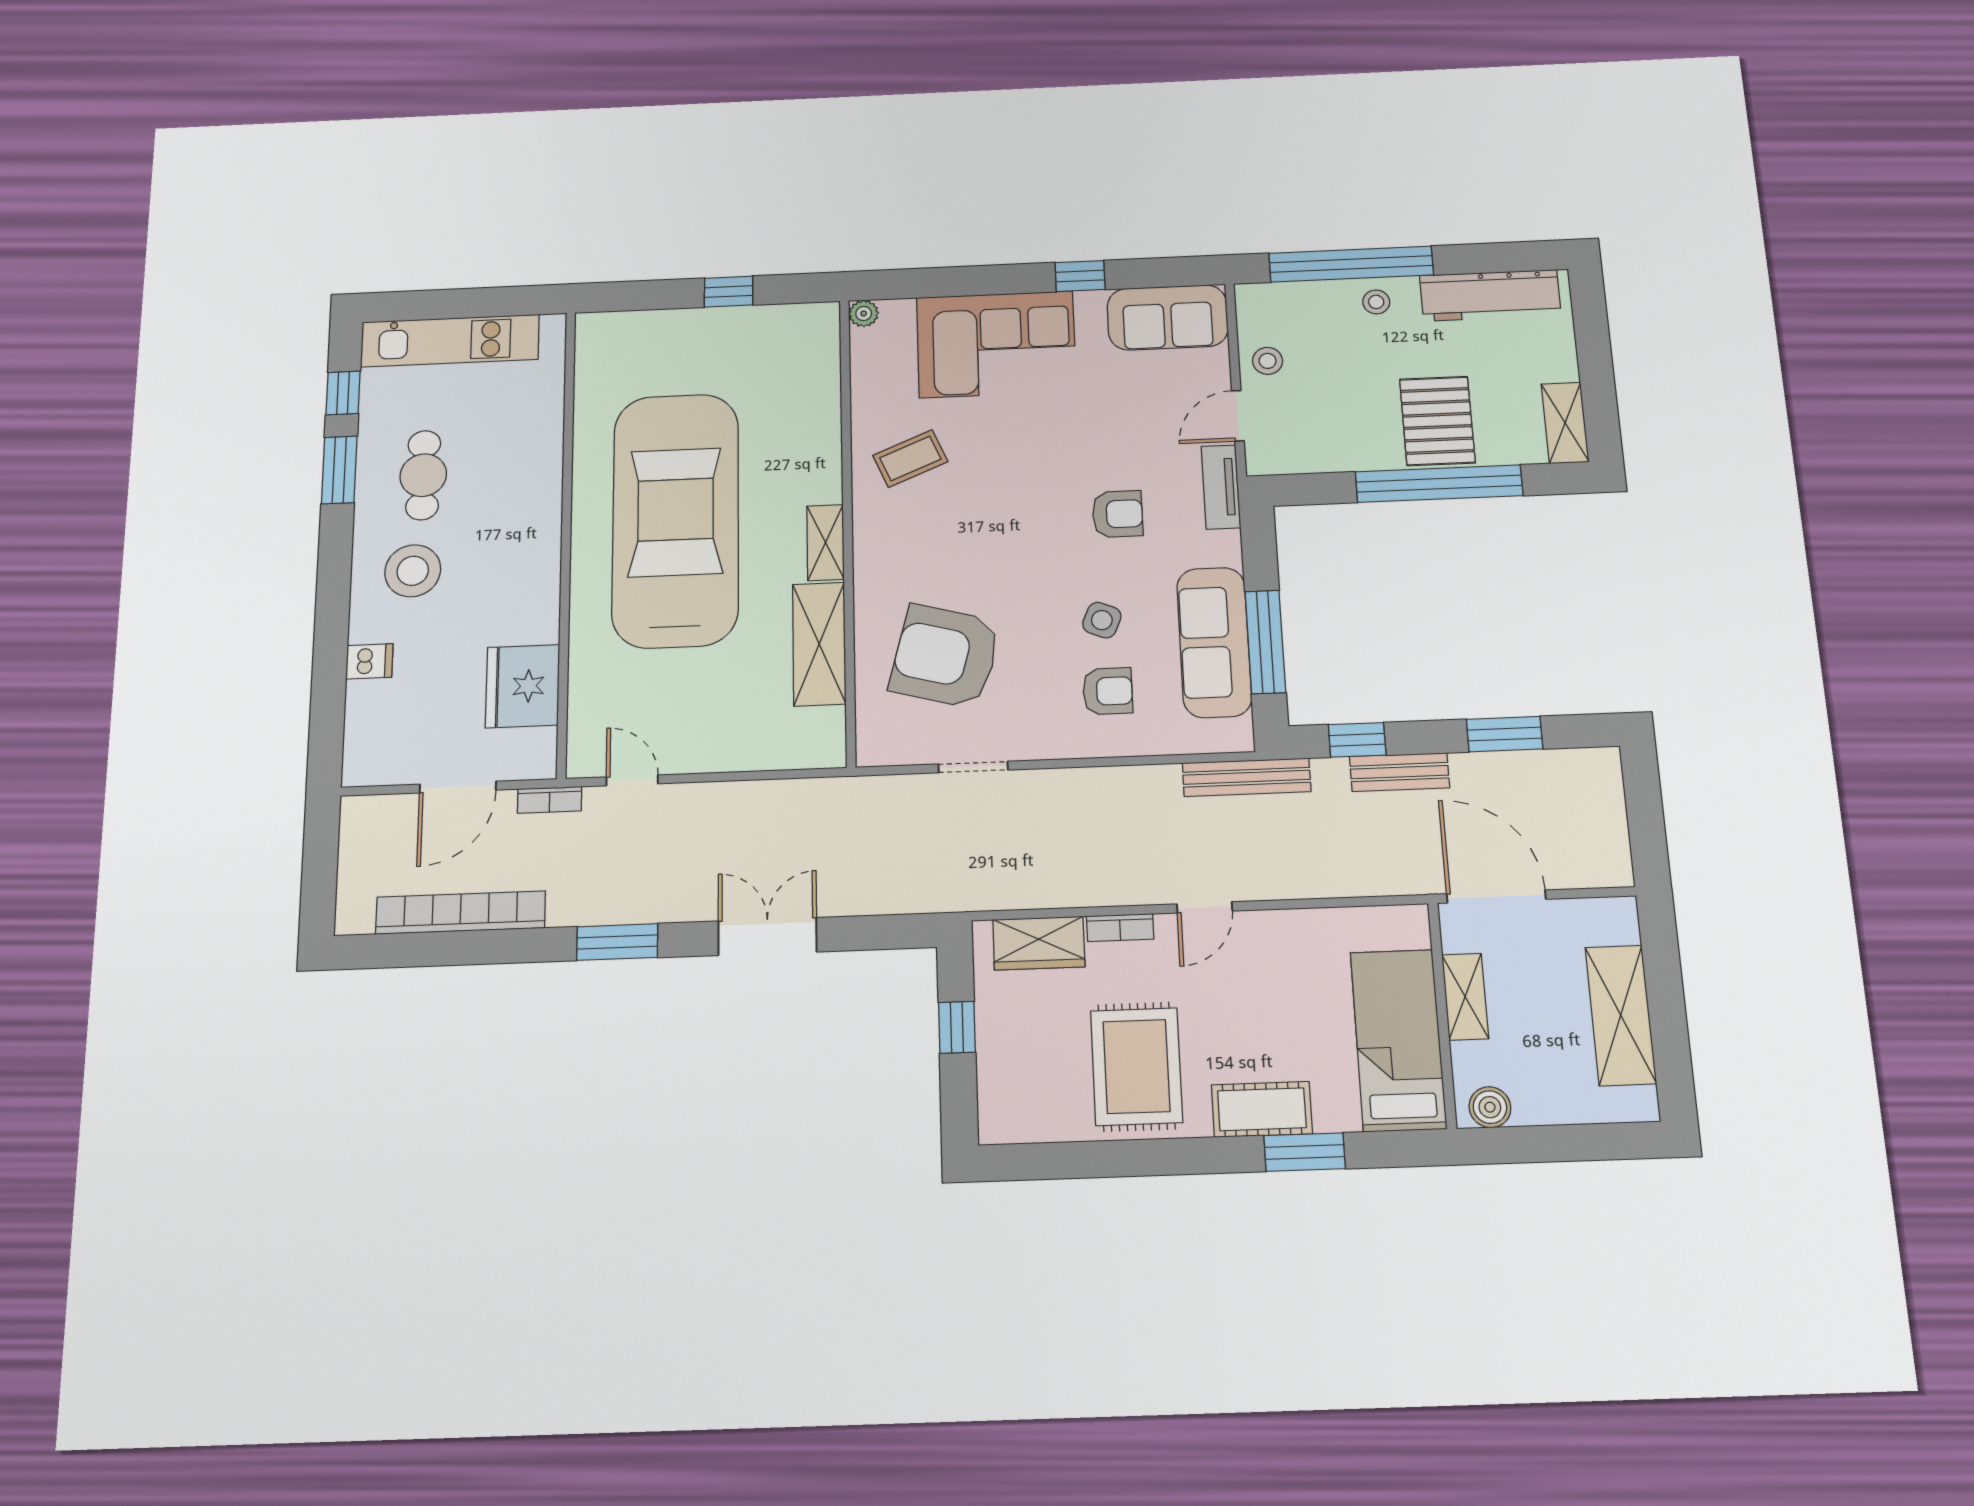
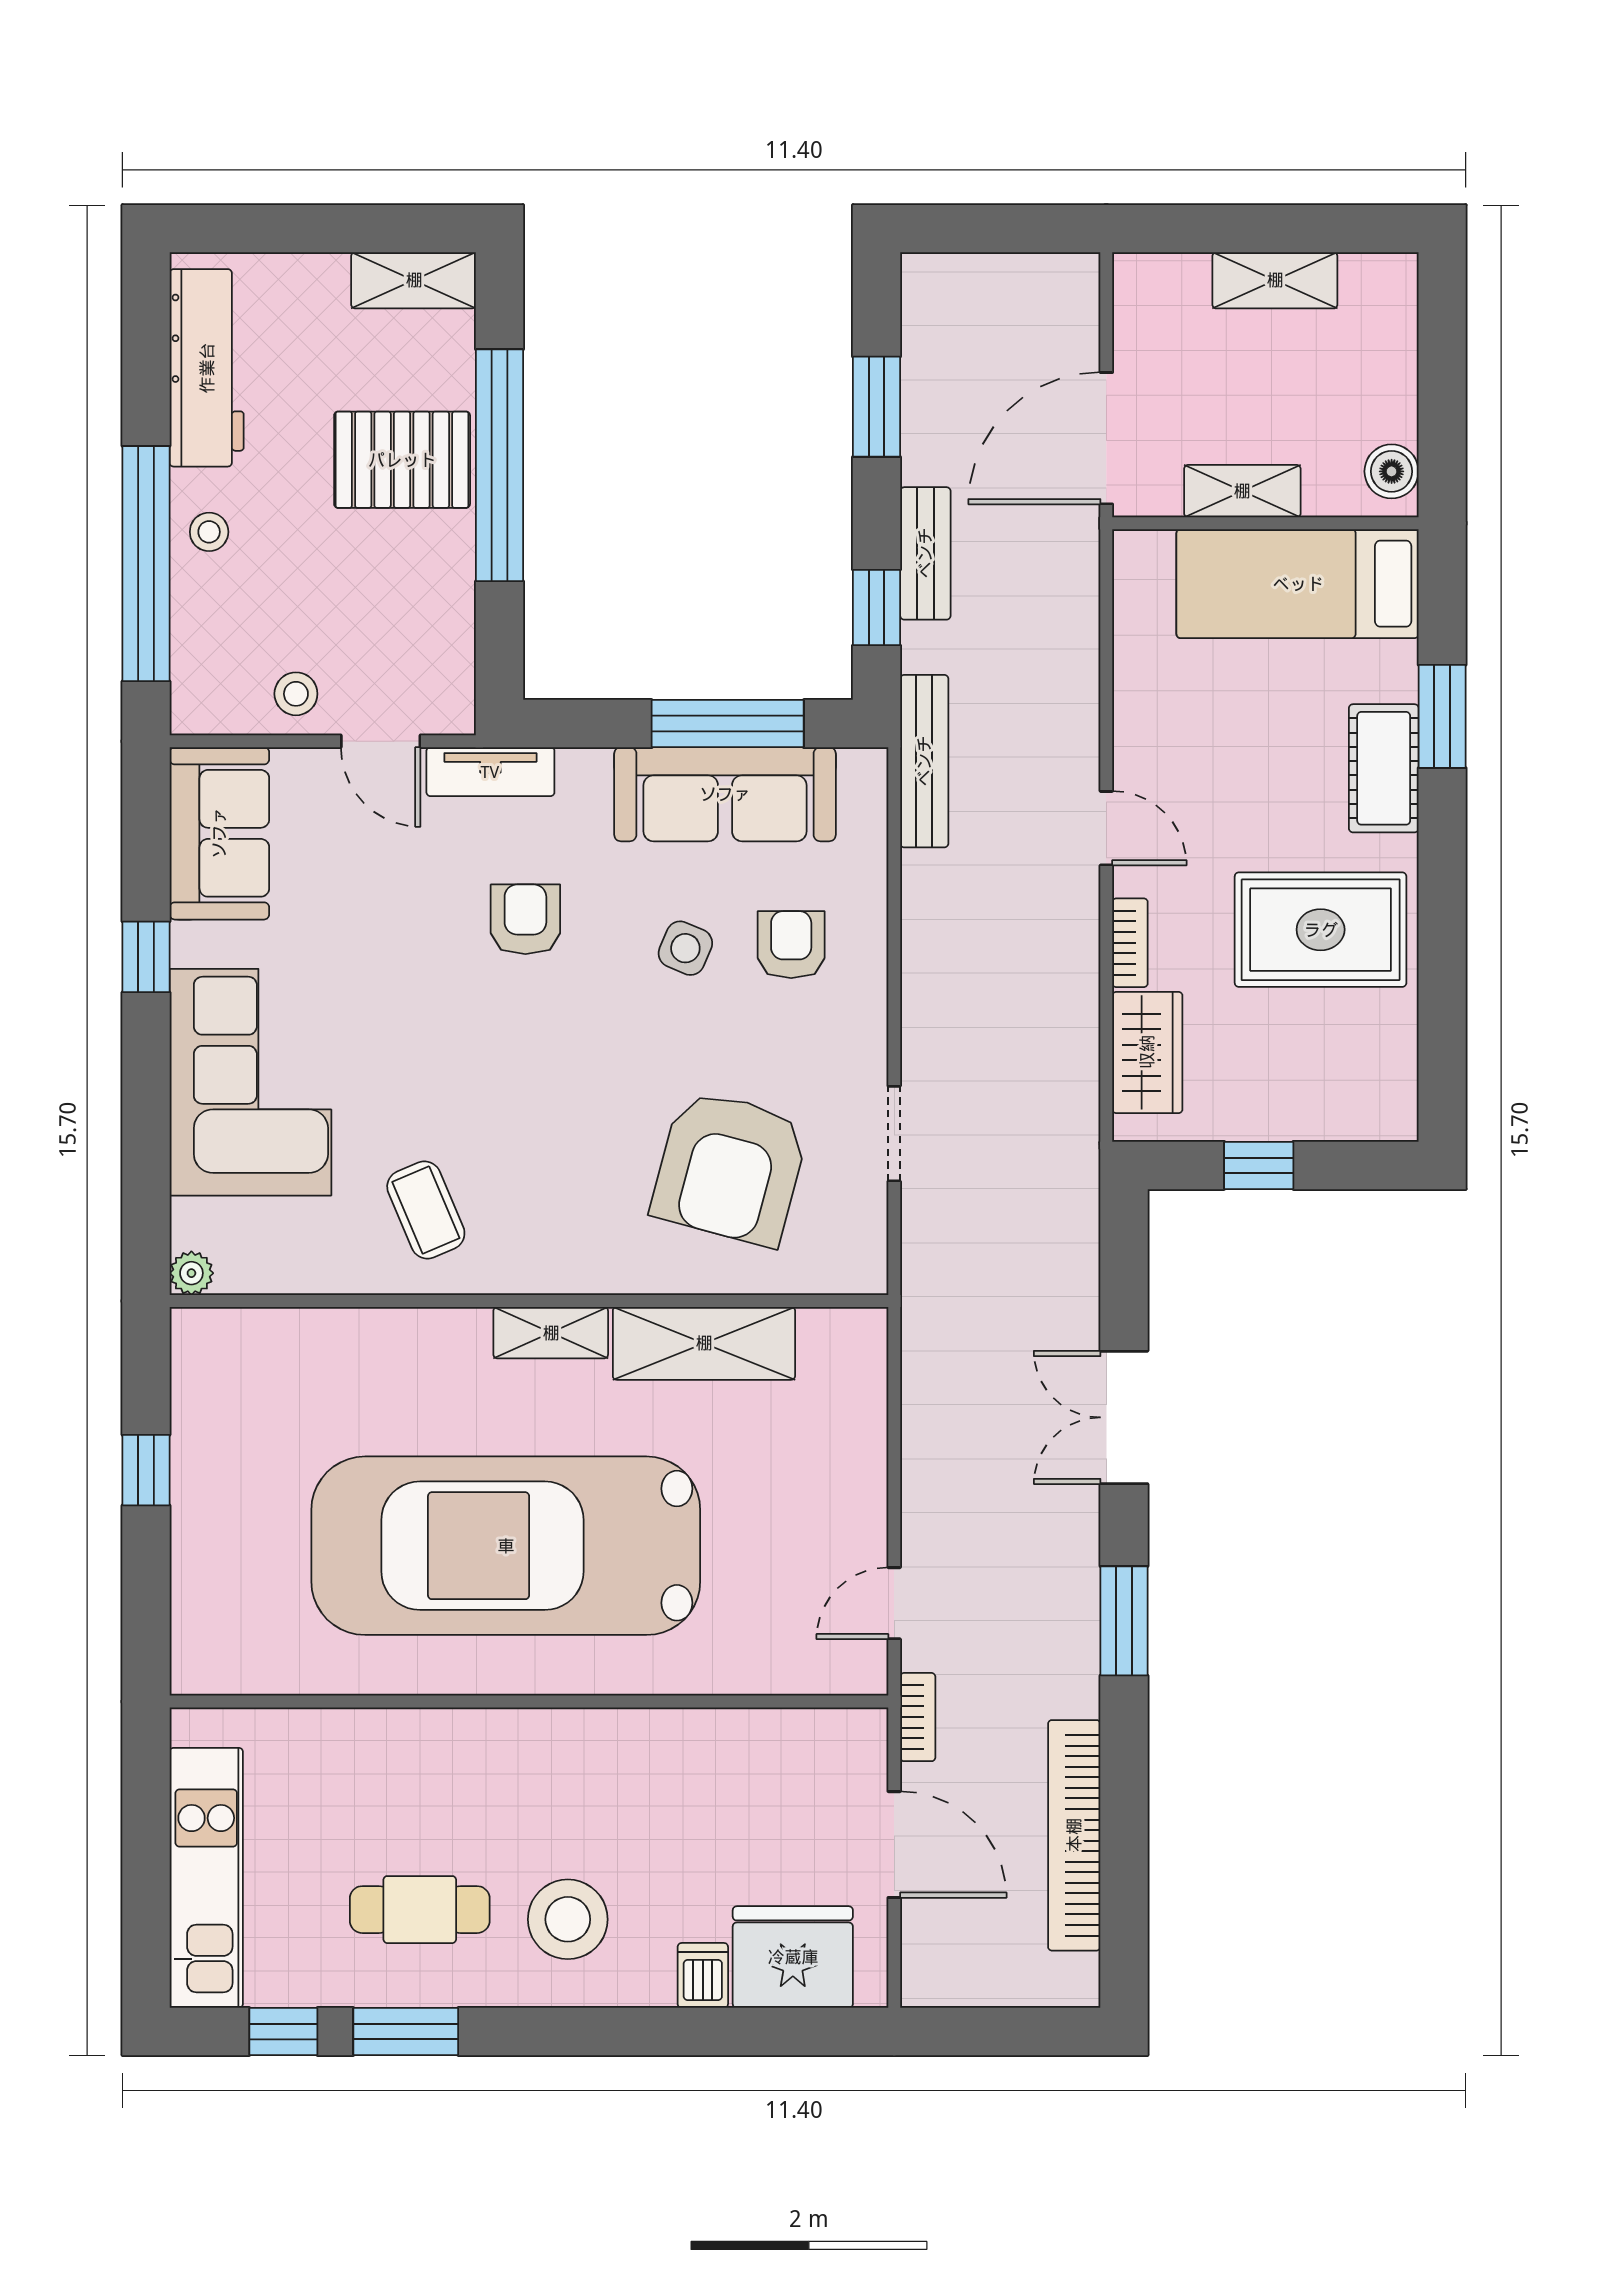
fridge: (523, 686) -> (793, 1957), moved, turned 180
shelving: (1621, 1015) -> (1275, 280), width x0.67, depth x0.75

